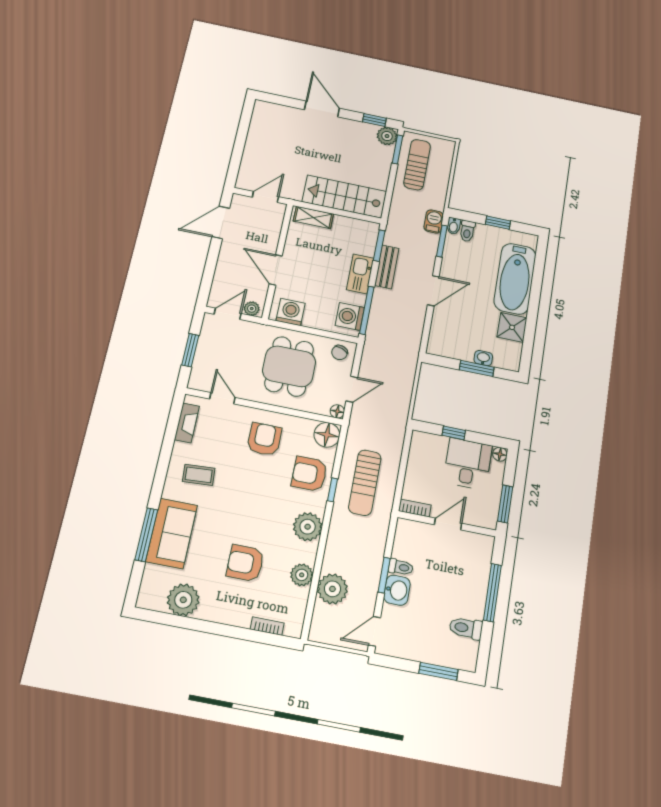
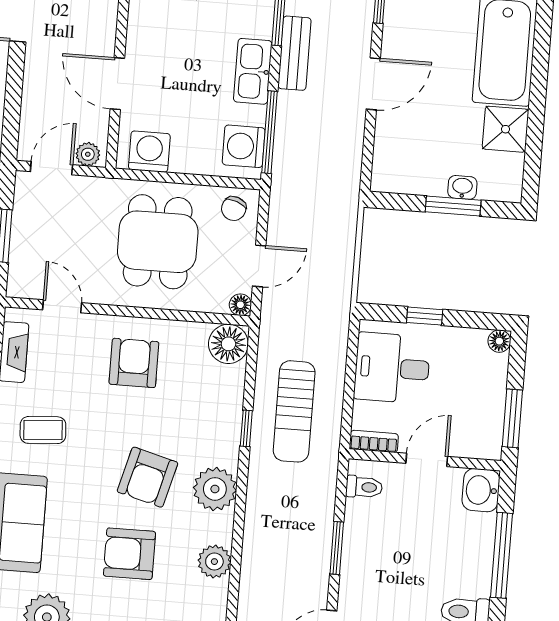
desk: (468, 464) -> (392, 368), moved, turned -90
armchair: (309, 474) -> (147, 477), moved, turned -75
toilet: (401, 567) -> (364, 487), moved
plant: (332, 589) -> (262, 577), removed
washbasin: (397, 590) -> (481, 490), moved, turned 180

